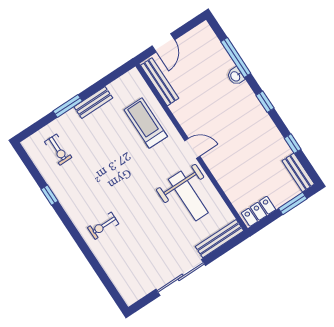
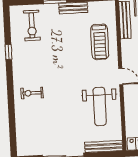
treadmill: (146, 123) -> (100, 42), turned 180
exercise bike: (58, 150) -> (32, 25), width x1.38, depth x1.39

